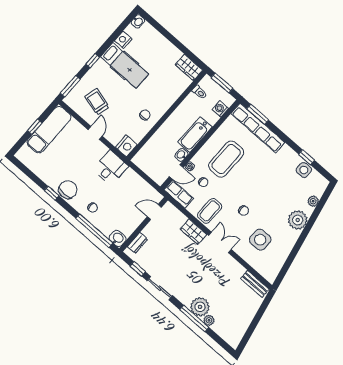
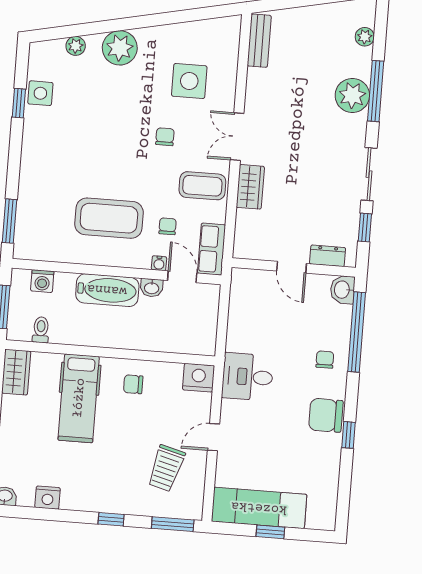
hospital bed: (125, 65) -> (79, 398), moved, turned 180
row of seats: (258, 128) -> (29, 206), removed
door: (154, 212) -> (292, 267), moved
plant: (209, 320) -> (365, 37), moved

